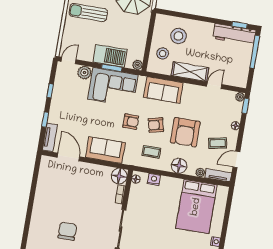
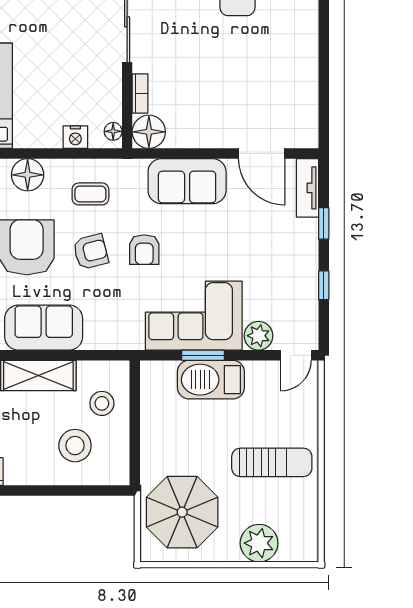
plant: (138, 65) -> (150, 371), removed
sofa: (163, 90) -> (44, 328), moved
armchair: (131, 122) -> (144, 250), turned -90

